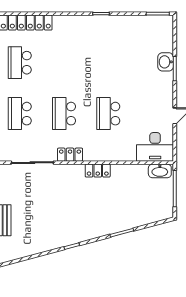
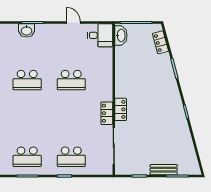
school desk: (64, 114) -> (27, 80), moved
desk: (155, 147) -> (100, 35), width x0.73
locker: (98, 171) -> (121, 109), moved
locker: (152, 217) -> (160, 42), added

